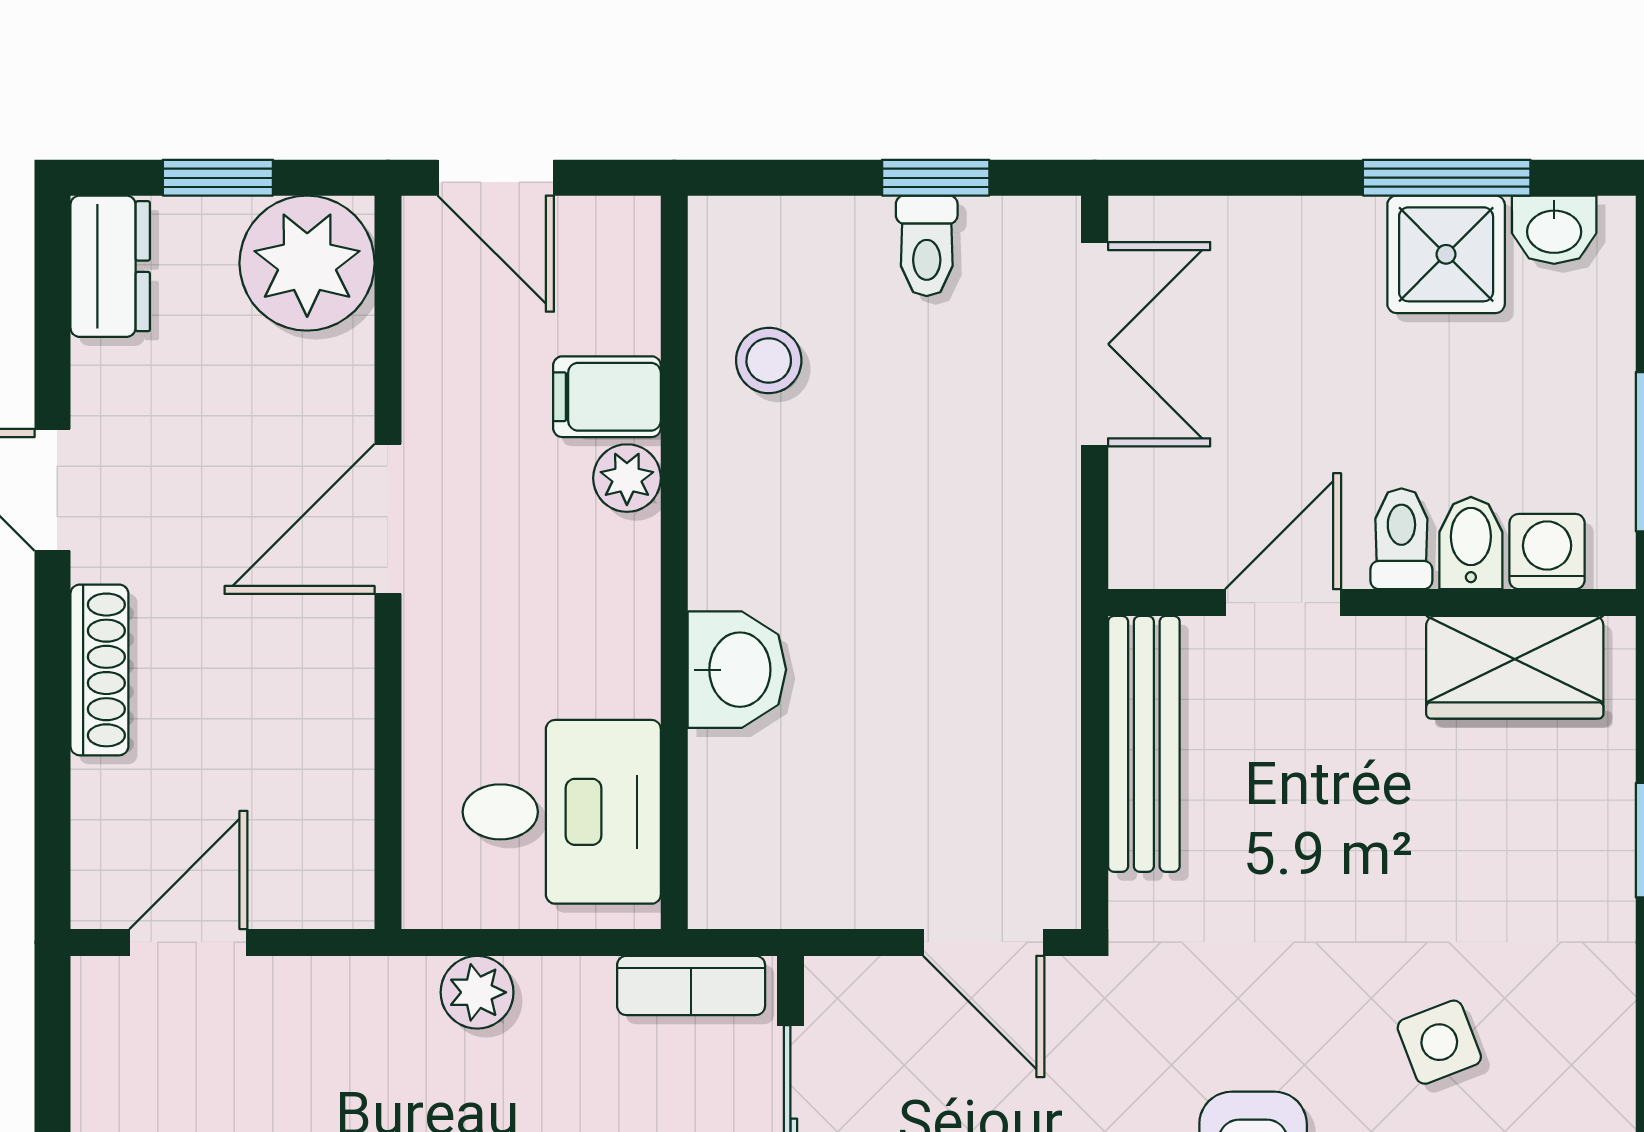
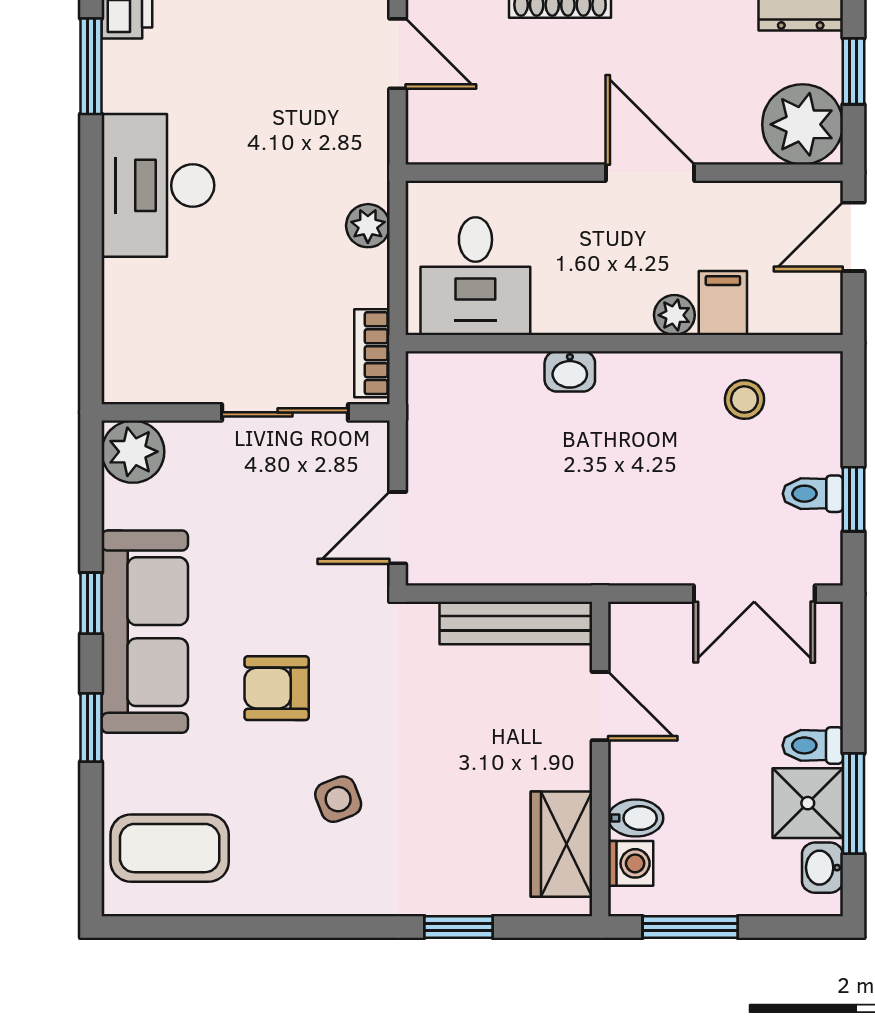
toilet: (1401, 539) -> (813, 745), moved, turned 180
washbasin: (737, 670) -> (570, 371), width x0.72, depth x0.69

